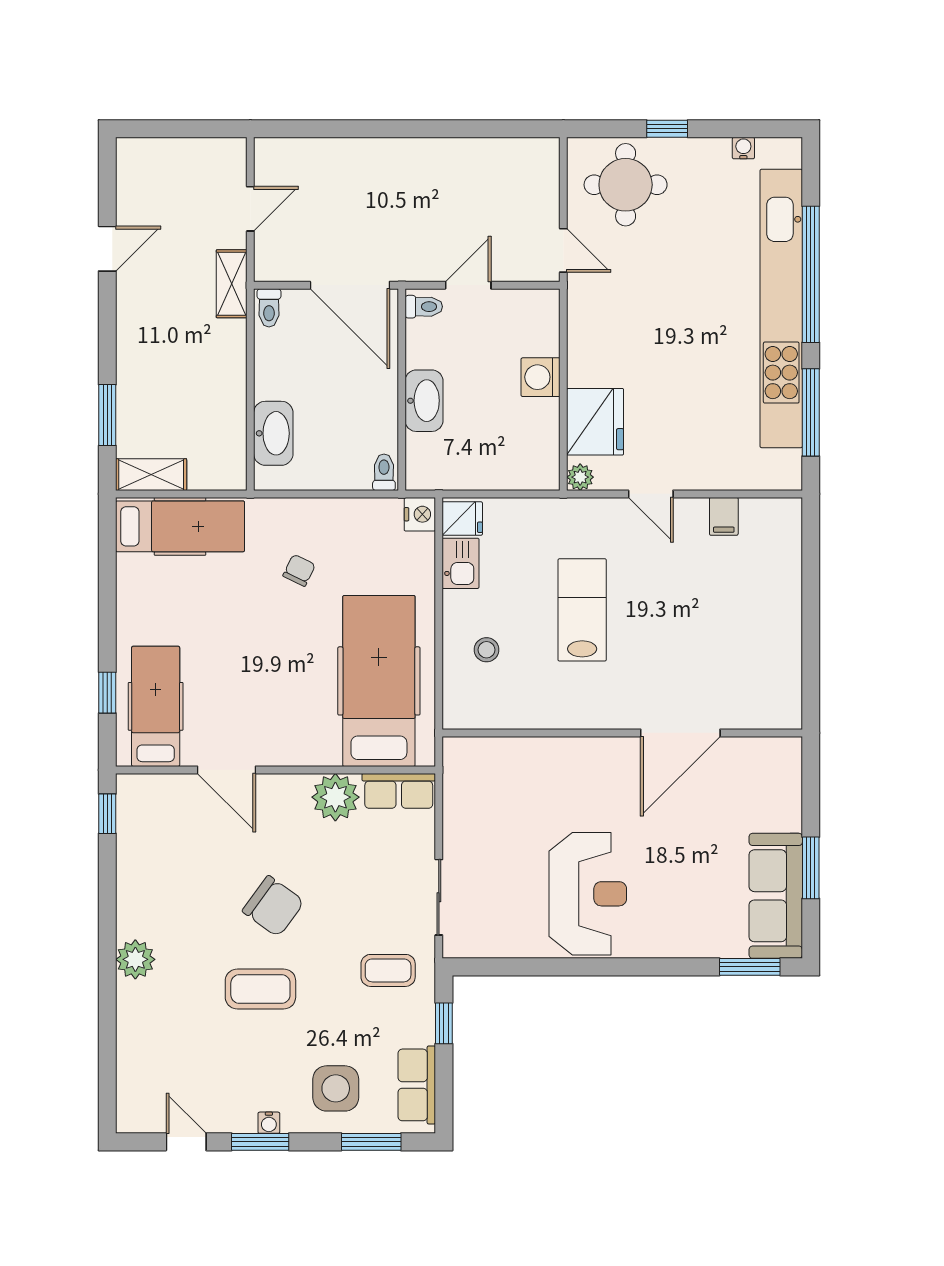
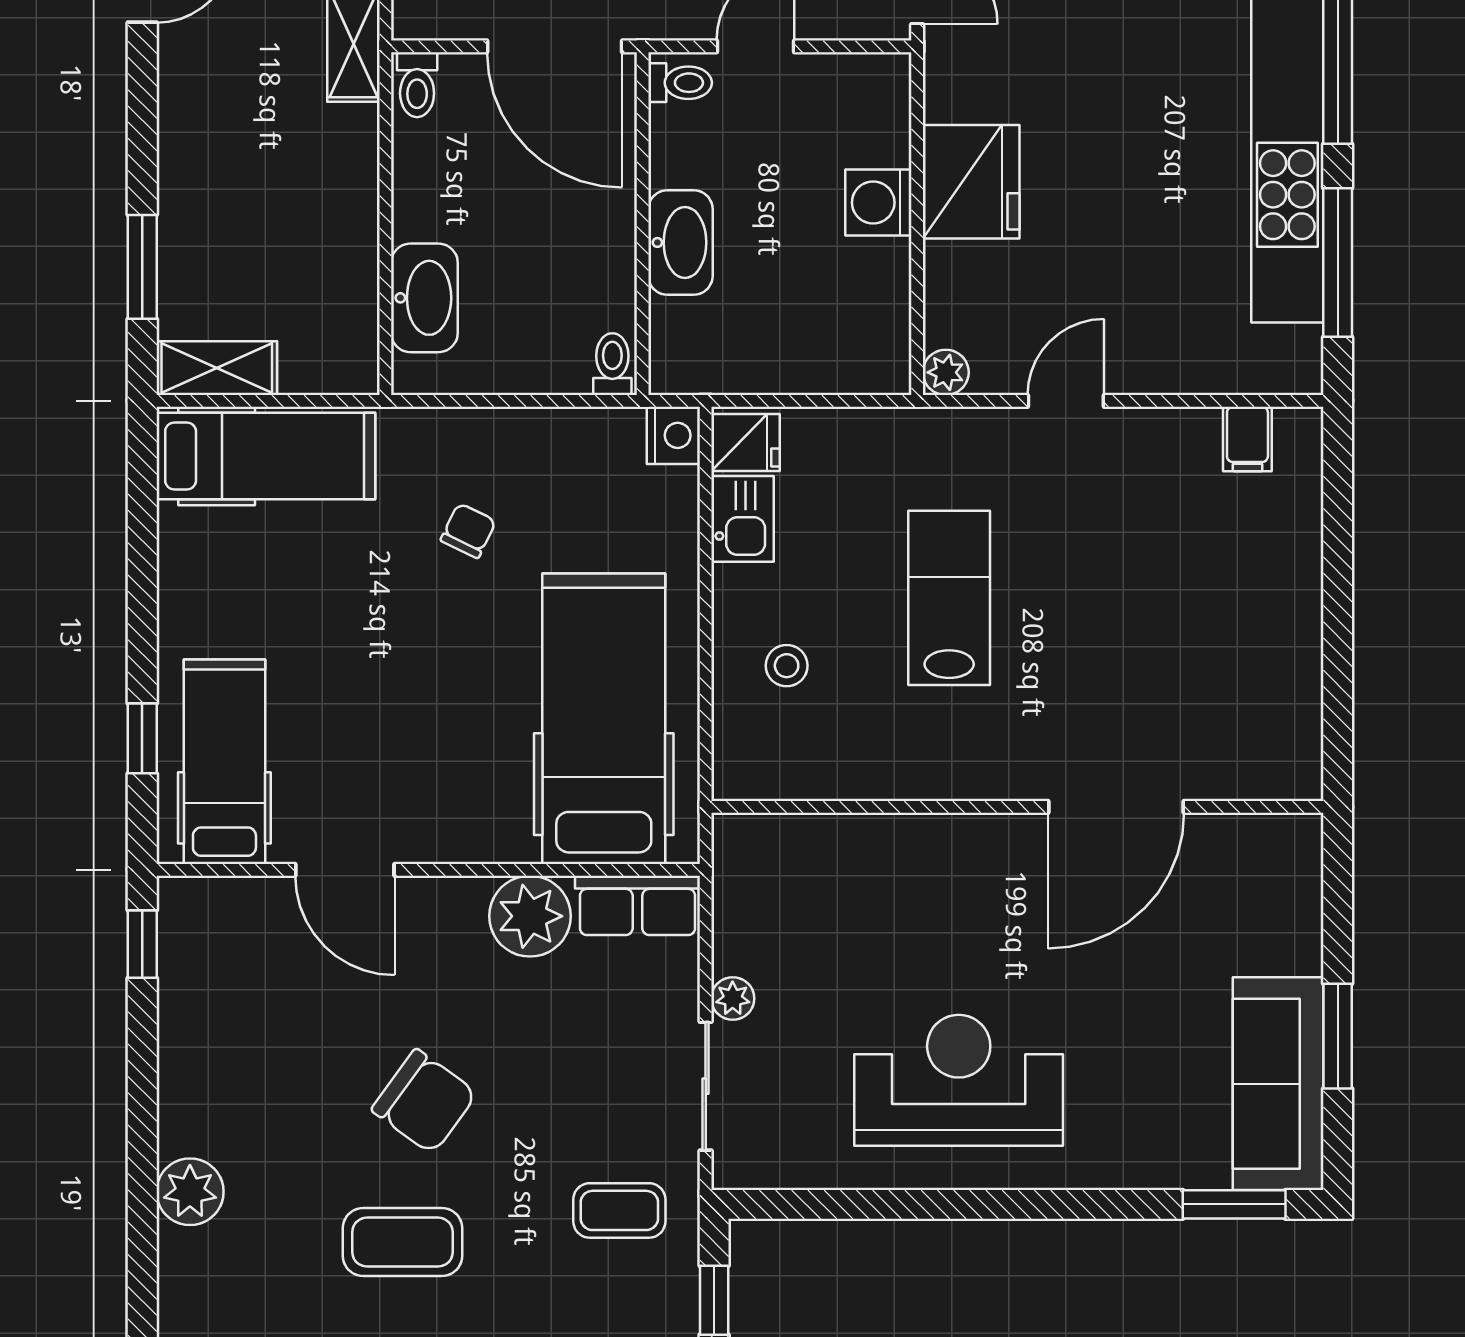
fridge: (595, 422) -> (971, 182), moved
door: (651, 494) -> (1066, 401), swing flipped
filing cabinet: (724, 516) -> (1247, 439), moved
plant: (455, 846) -> (733, 998), added
reception desk: (588, 894) -> (959, 1080), turned -90

